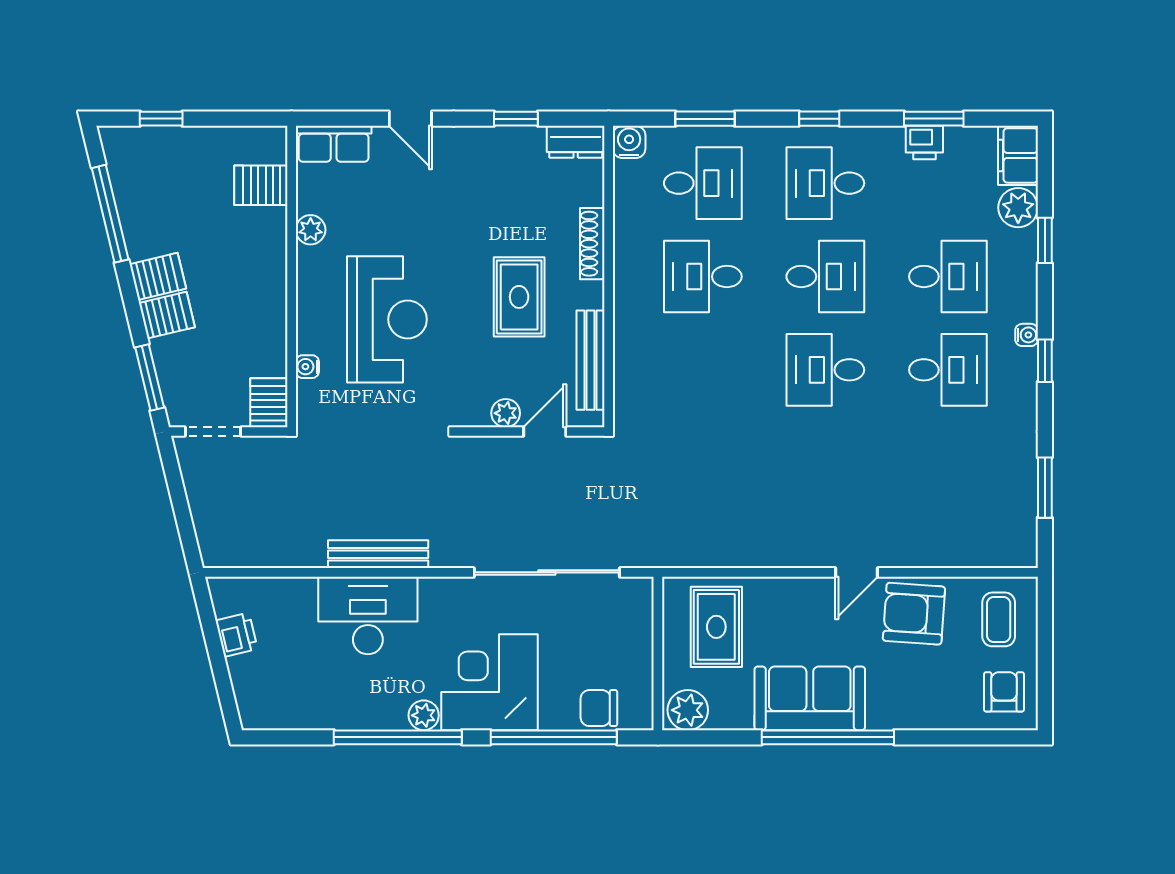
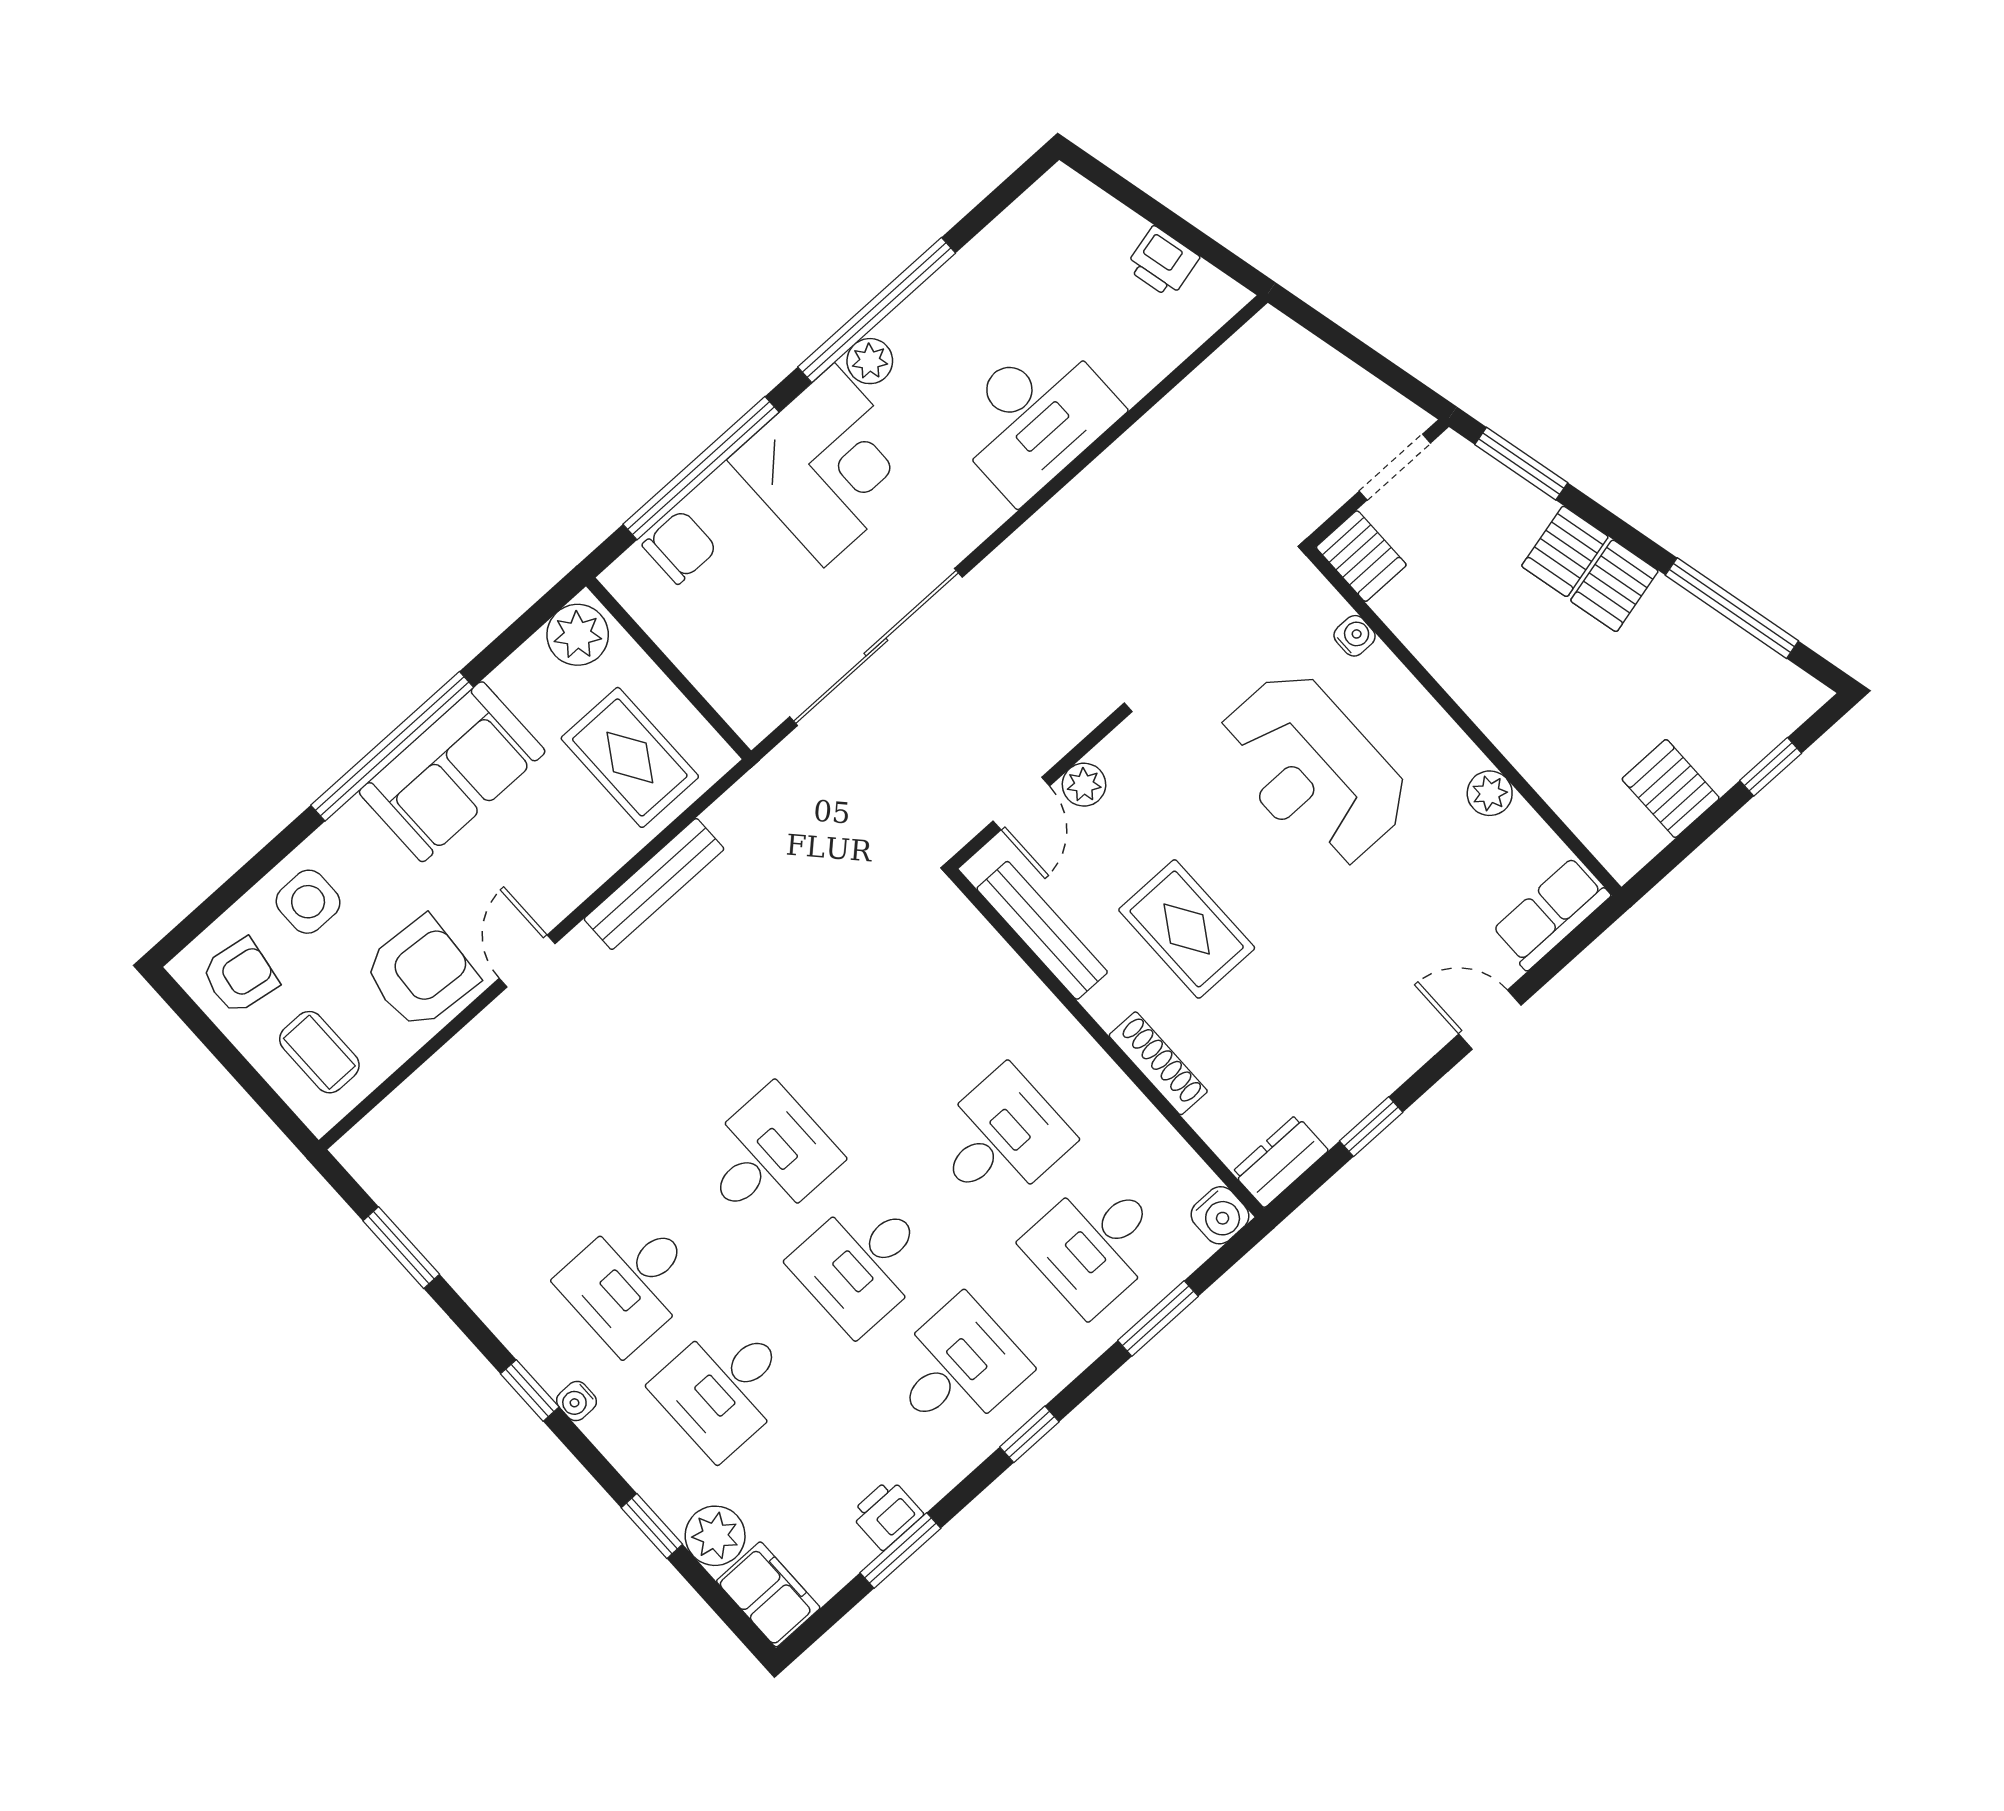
server rack: (261, 185) -> (1671, 789), moved, turned -90
bench: (378, 554) -> (654, 884), moved
armchair: (1004, 692) -> (240, 976), turned -81
side table: (938, 698) -> (308, 902), added

